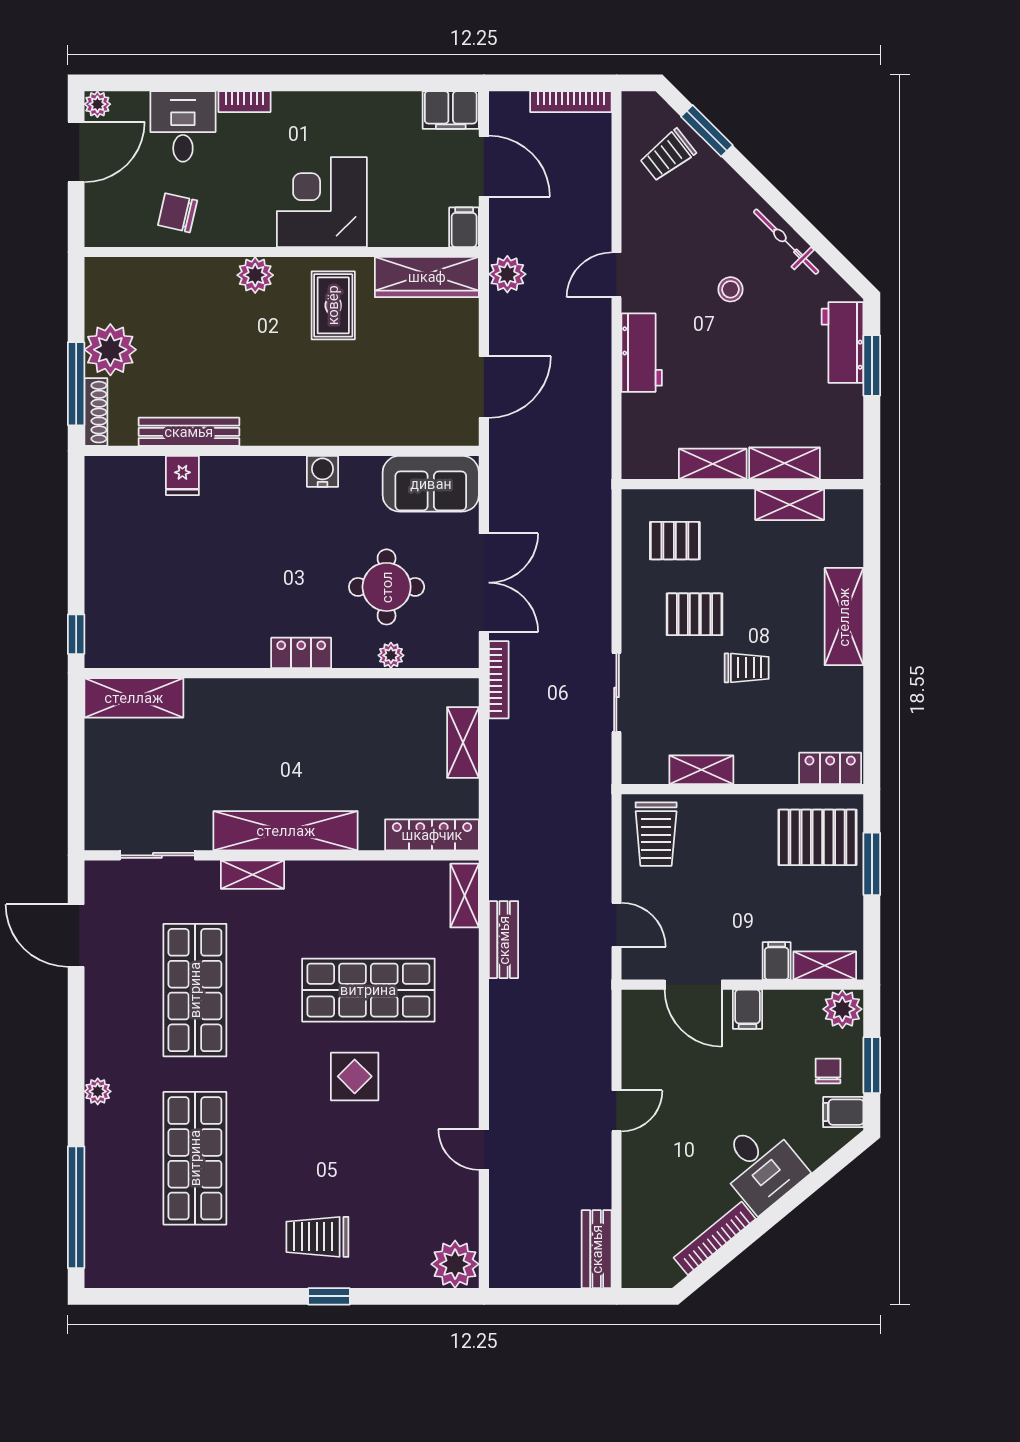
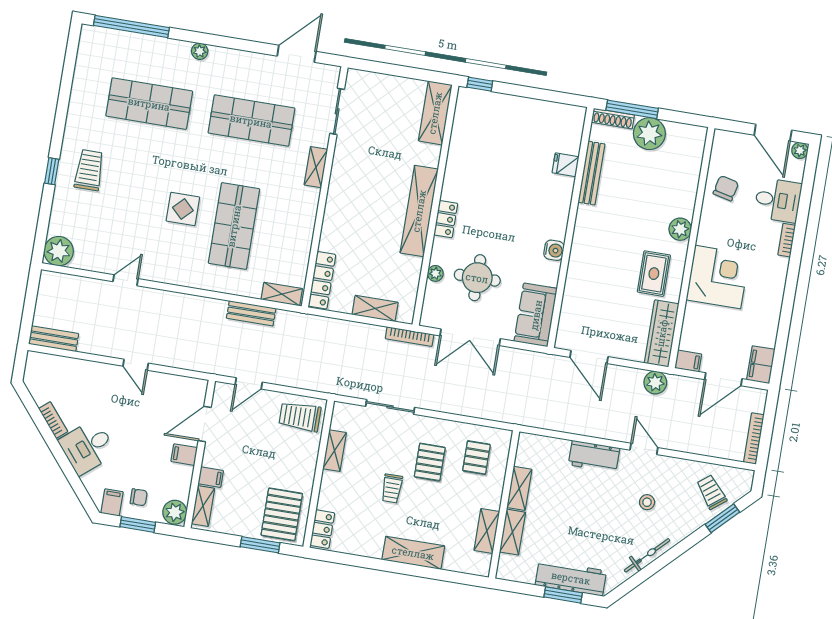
stool: (730, 289) -> (647, 502), moved
rug: (333, 305) -> (654, 274), turned 90
workbench: (843, 343) -> (571, 578), width x1.38
shelving: (286, 831) -> (419, 211), moved
bookcase: (715, 1238) -> (53, 420), width x0.64

